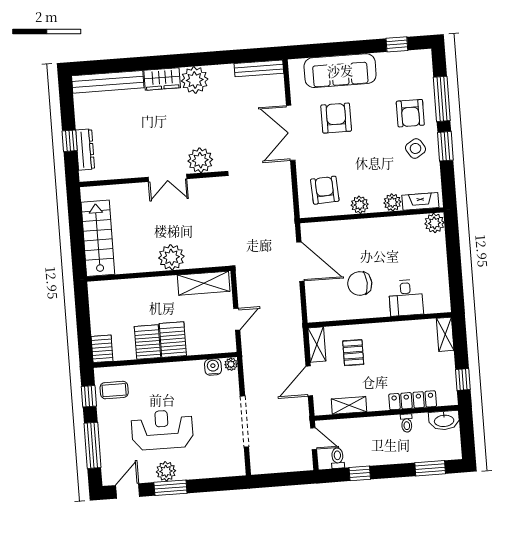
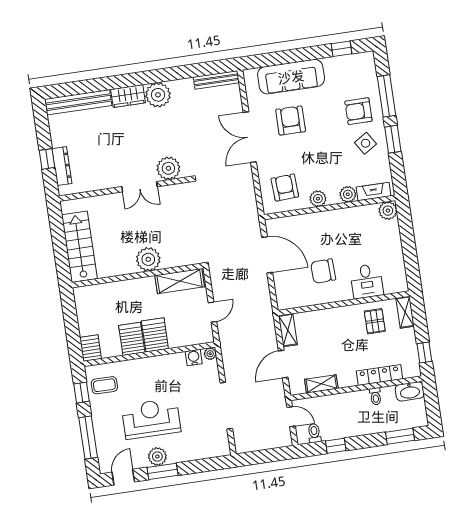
armchair: (410, 113) -> (358, 111), turned 90
pallet: (353, 353) -> (375, 321), moved

